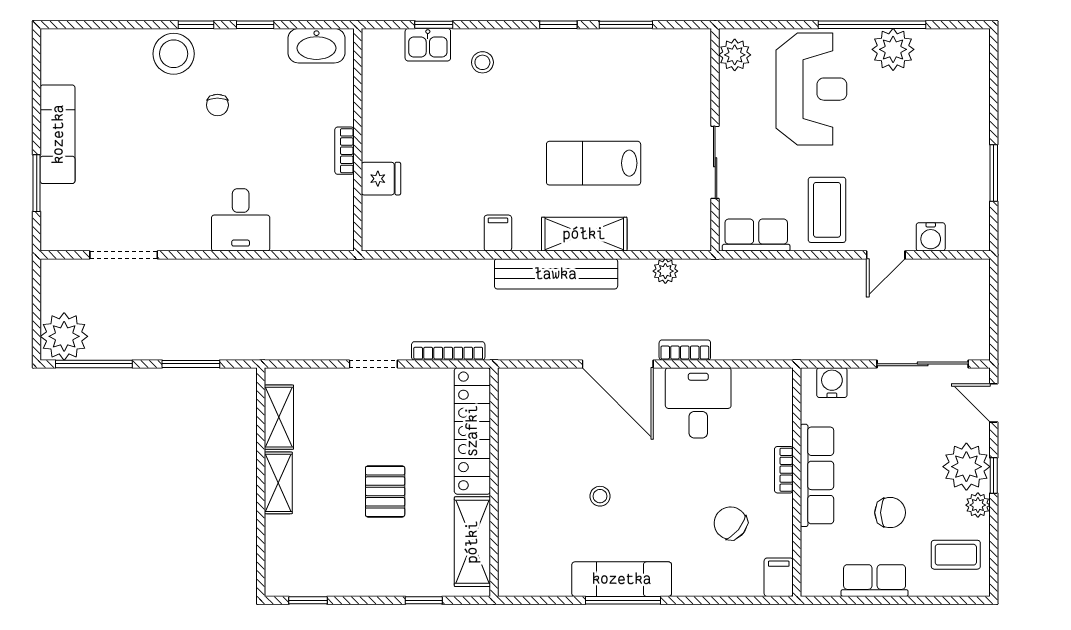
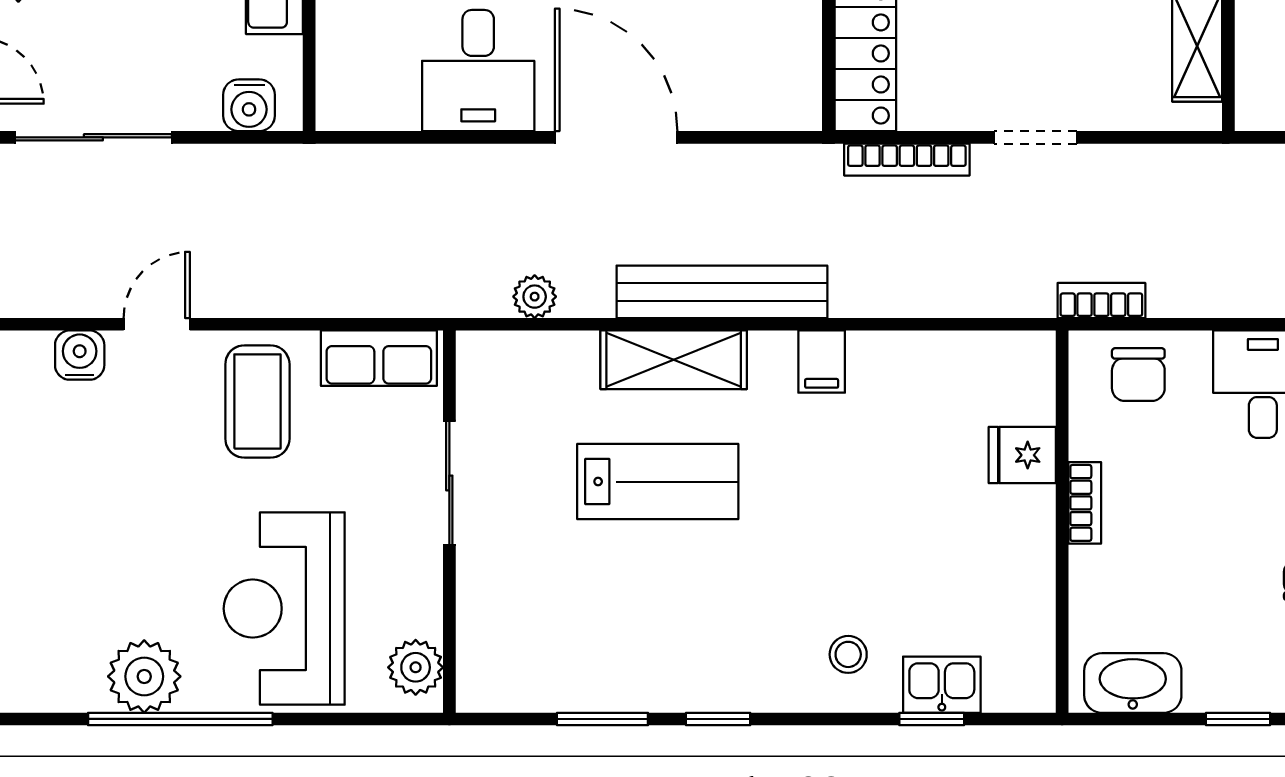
chair: (313, 226) -> (1138, 375), added
bookcase: (685, 350) -> (1101, 300), moved, turned 180

